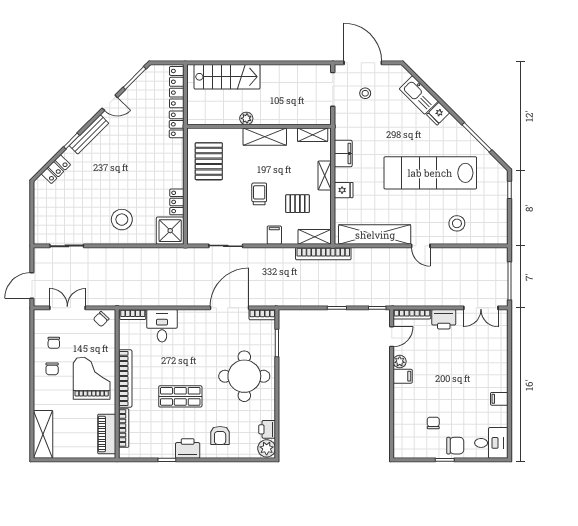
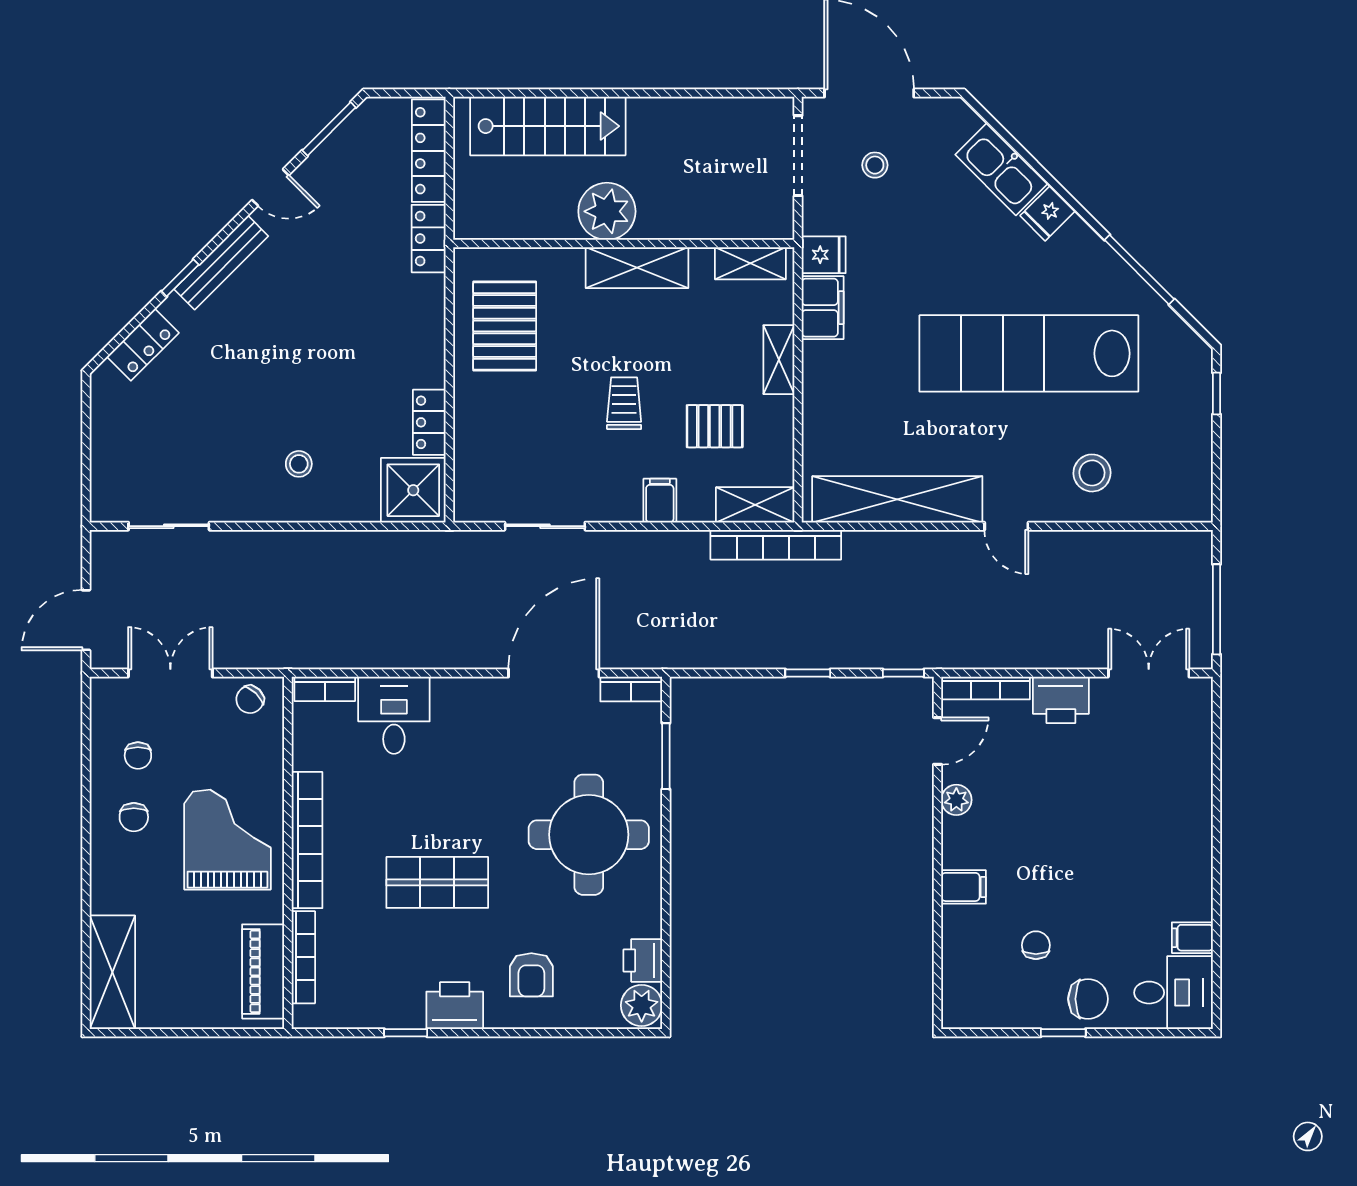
plant: (246, 118) -> (607, 211), width x1.88, depth x1.88
fridge: (344, 190) -> (824, 255), moved
stool: (122, 220) -> (299, 464), width x0.53, depth x0.53
double door: (481, 308) -> (1149, 673), swing flipped
filing cabinet: (403, 376) -> (964, 887), moved
filing cabinet: (499, 399) -> (1192, 938), moved

